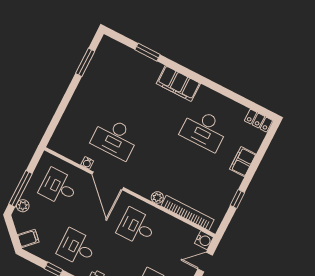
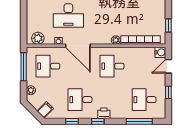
plant: (64, 147) -> (38, 38), added
window: (20, 189) -> (24, 67), moved
window: (237, 199) -> (168, 25), moved

